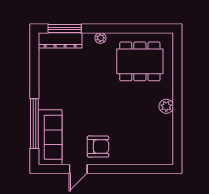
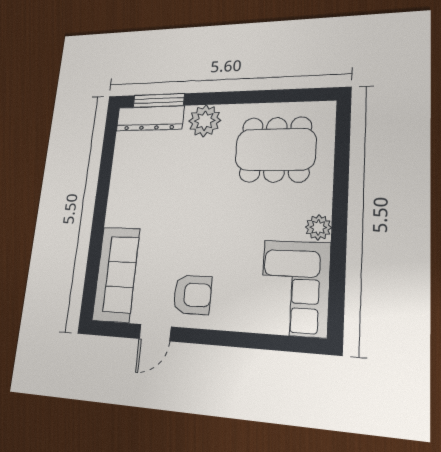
plant: (101, 38) -> (205, 121), width x1.87, depth x1.87
window: (34, 124) -> (95, 250), removed
corner sofa: (155, 140) -> (295, 288), added

